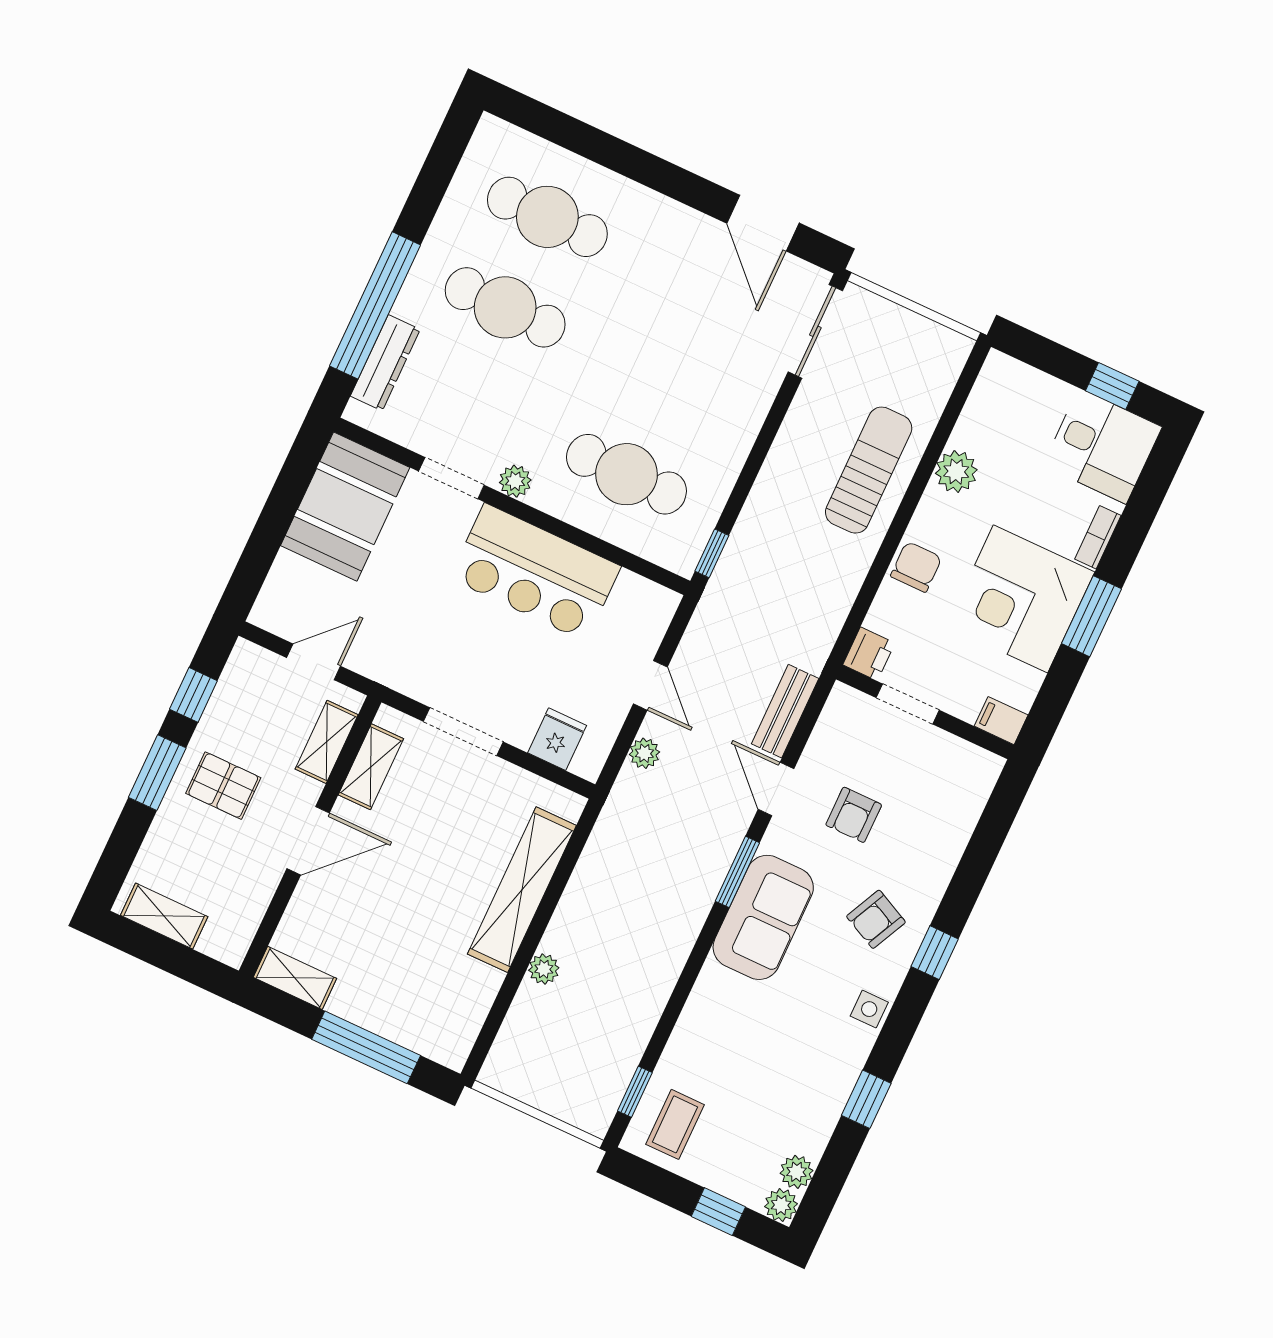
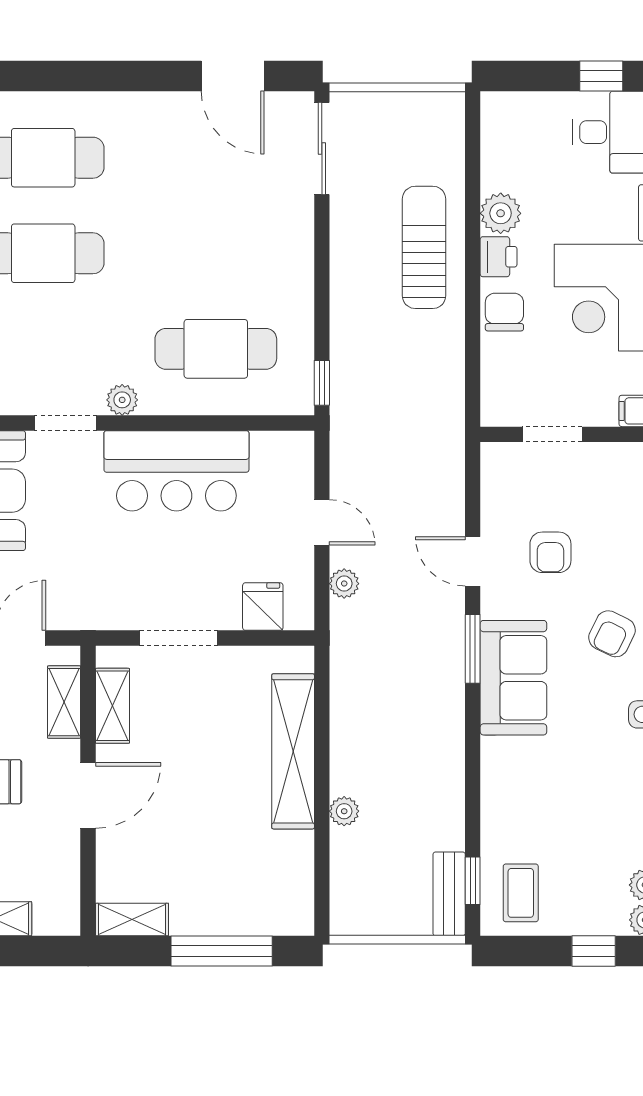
printer: (869, 654) -> (499, 257), moved
bench: (785, 711) -> (449, 894), moved

